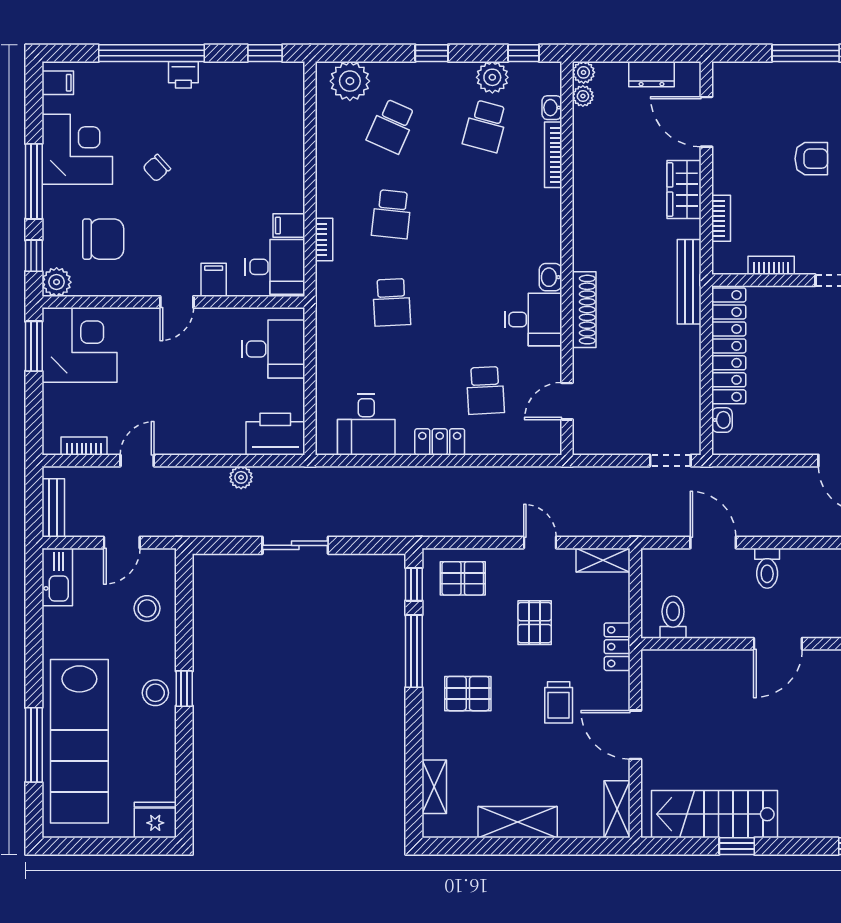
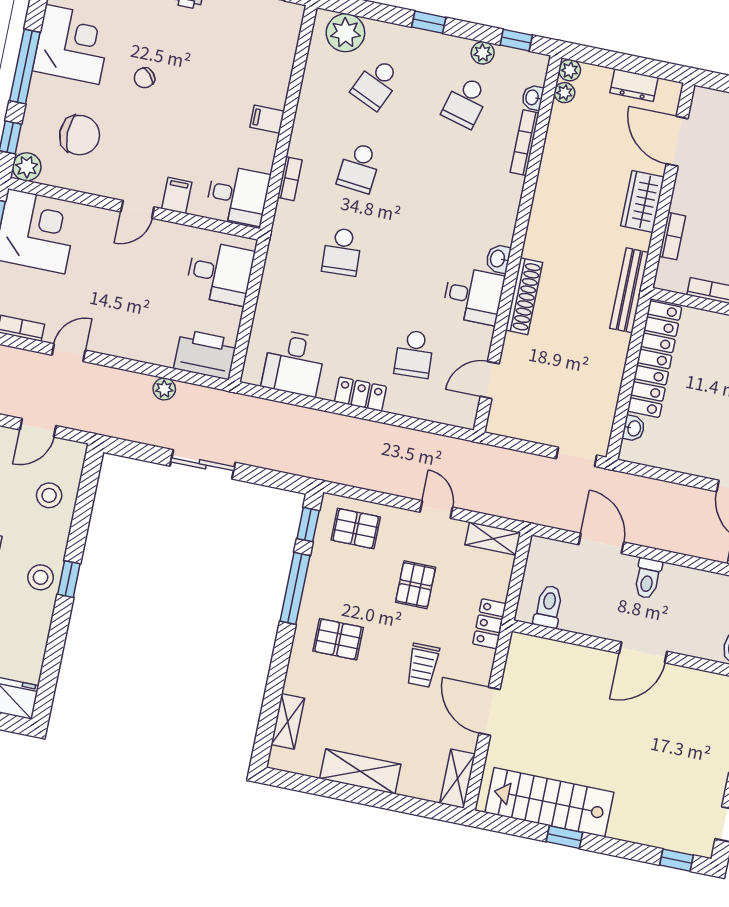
plant: (492, 77) -> (483, 53), width x0.73, depth x0.73
filing cabinet: (289, 225) -> (267, 119), moved

